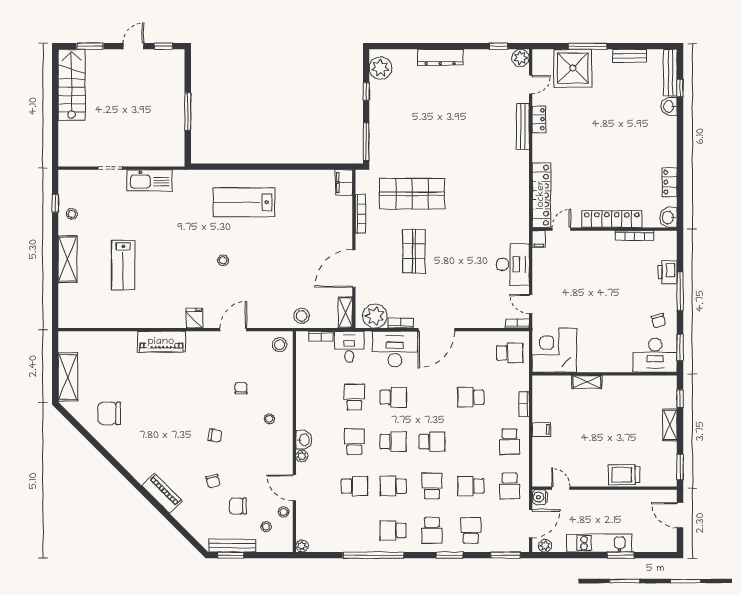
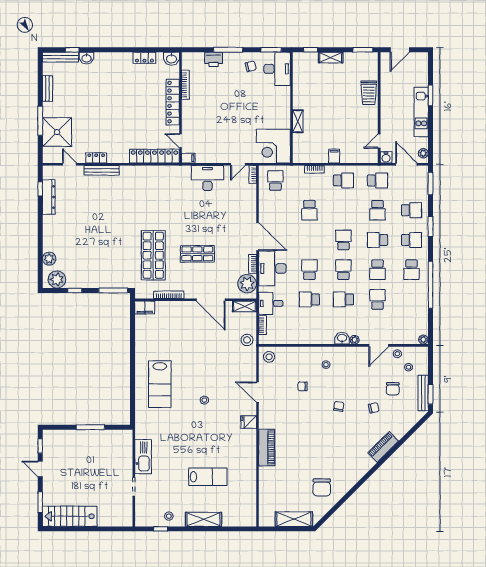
dresser: (440, 57) -> (49, 197), moved
plant: (521, 58) -> (49, 259), moved
school desk: (471, 530) -> (412, 210), turned 180

